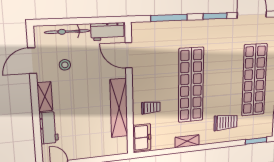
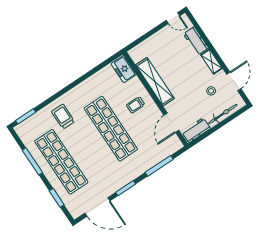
door: (129, 55) -> (171, 123), swing flipped
trolley: (151, 108) -> (136, 105), moved
trolley: (226, 122) -> (63, 117), turned 90
shelving: (187, 141) -> (86, 85), removed

